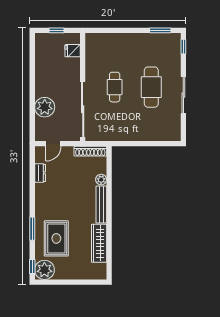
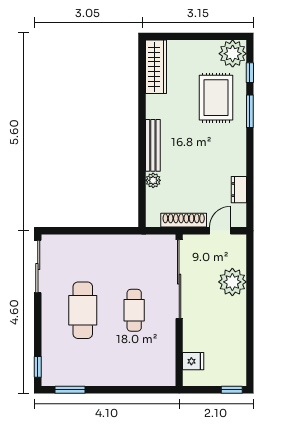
window: (57, 30) -> (232, 390), moved
sliding door: (183, 95) -> (38, 266), moved
shoe rack: (90, 151) -> (184, 220), moved
wardrobe: (99, 243) -> (156, 67), moved
window: (32, 267) -> (250, 73), moved

